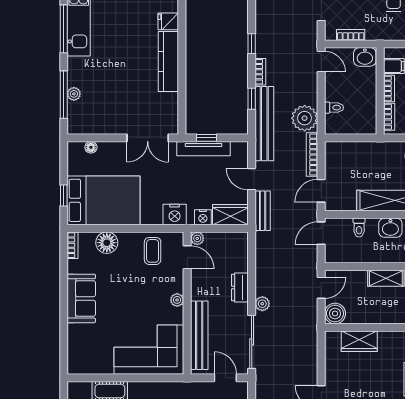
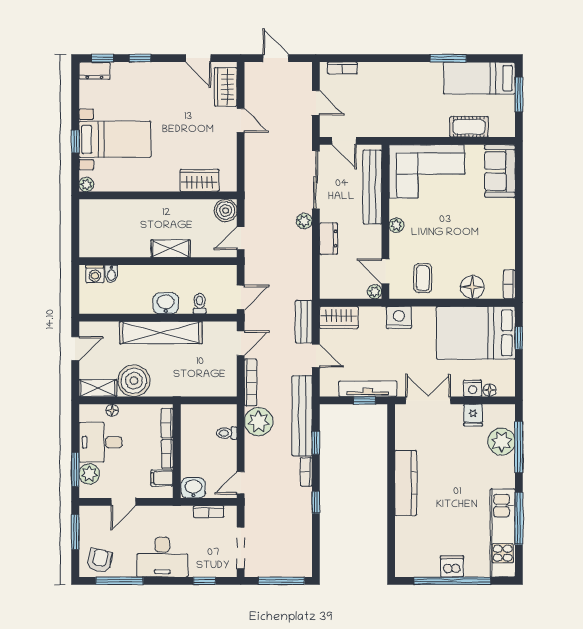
fridge: (168, 21) -> (473, 415), moved, turned 90
door: (321, 62) -> (241, 483), hinge flipped
plant: (74, 94) -> (502, 442), width x1.88, depth x1.88
nightstand: (203, 217) -> (473, 388), moved, turned 180
sofa: (81, 298) -> (500, 171), moved

